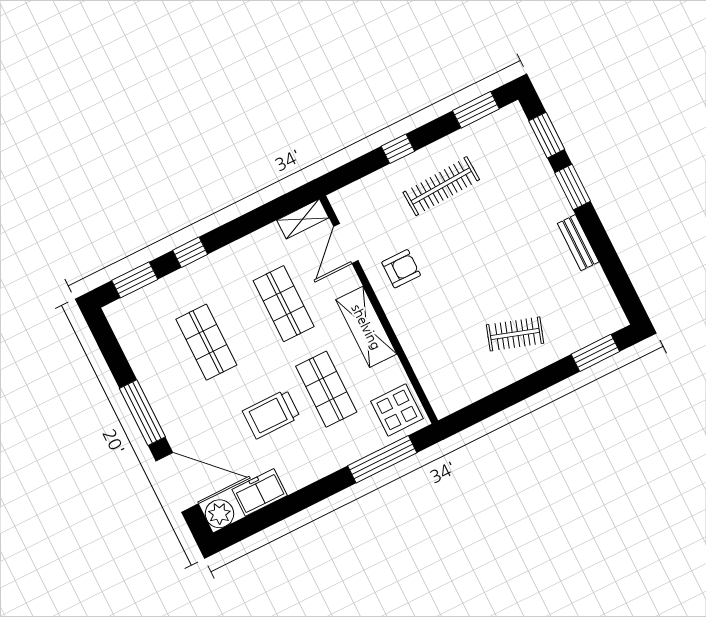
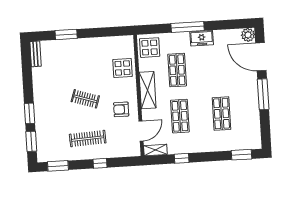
bench: (578, 243) -> (36, 54), moved
window: (190, 252) -> (182, 158), moved
clothes rail: (515, 334) -> (85, 99), moved
display table: (432, 349) -> (123, 68), added
window: (595, 353) -> (66, 34), moved
trolley: (271, 414) -> (206, 69), removed
window: (382, 459) -> (188, 27), moved
freezer: (260, 492) -> (202, 38), moved

